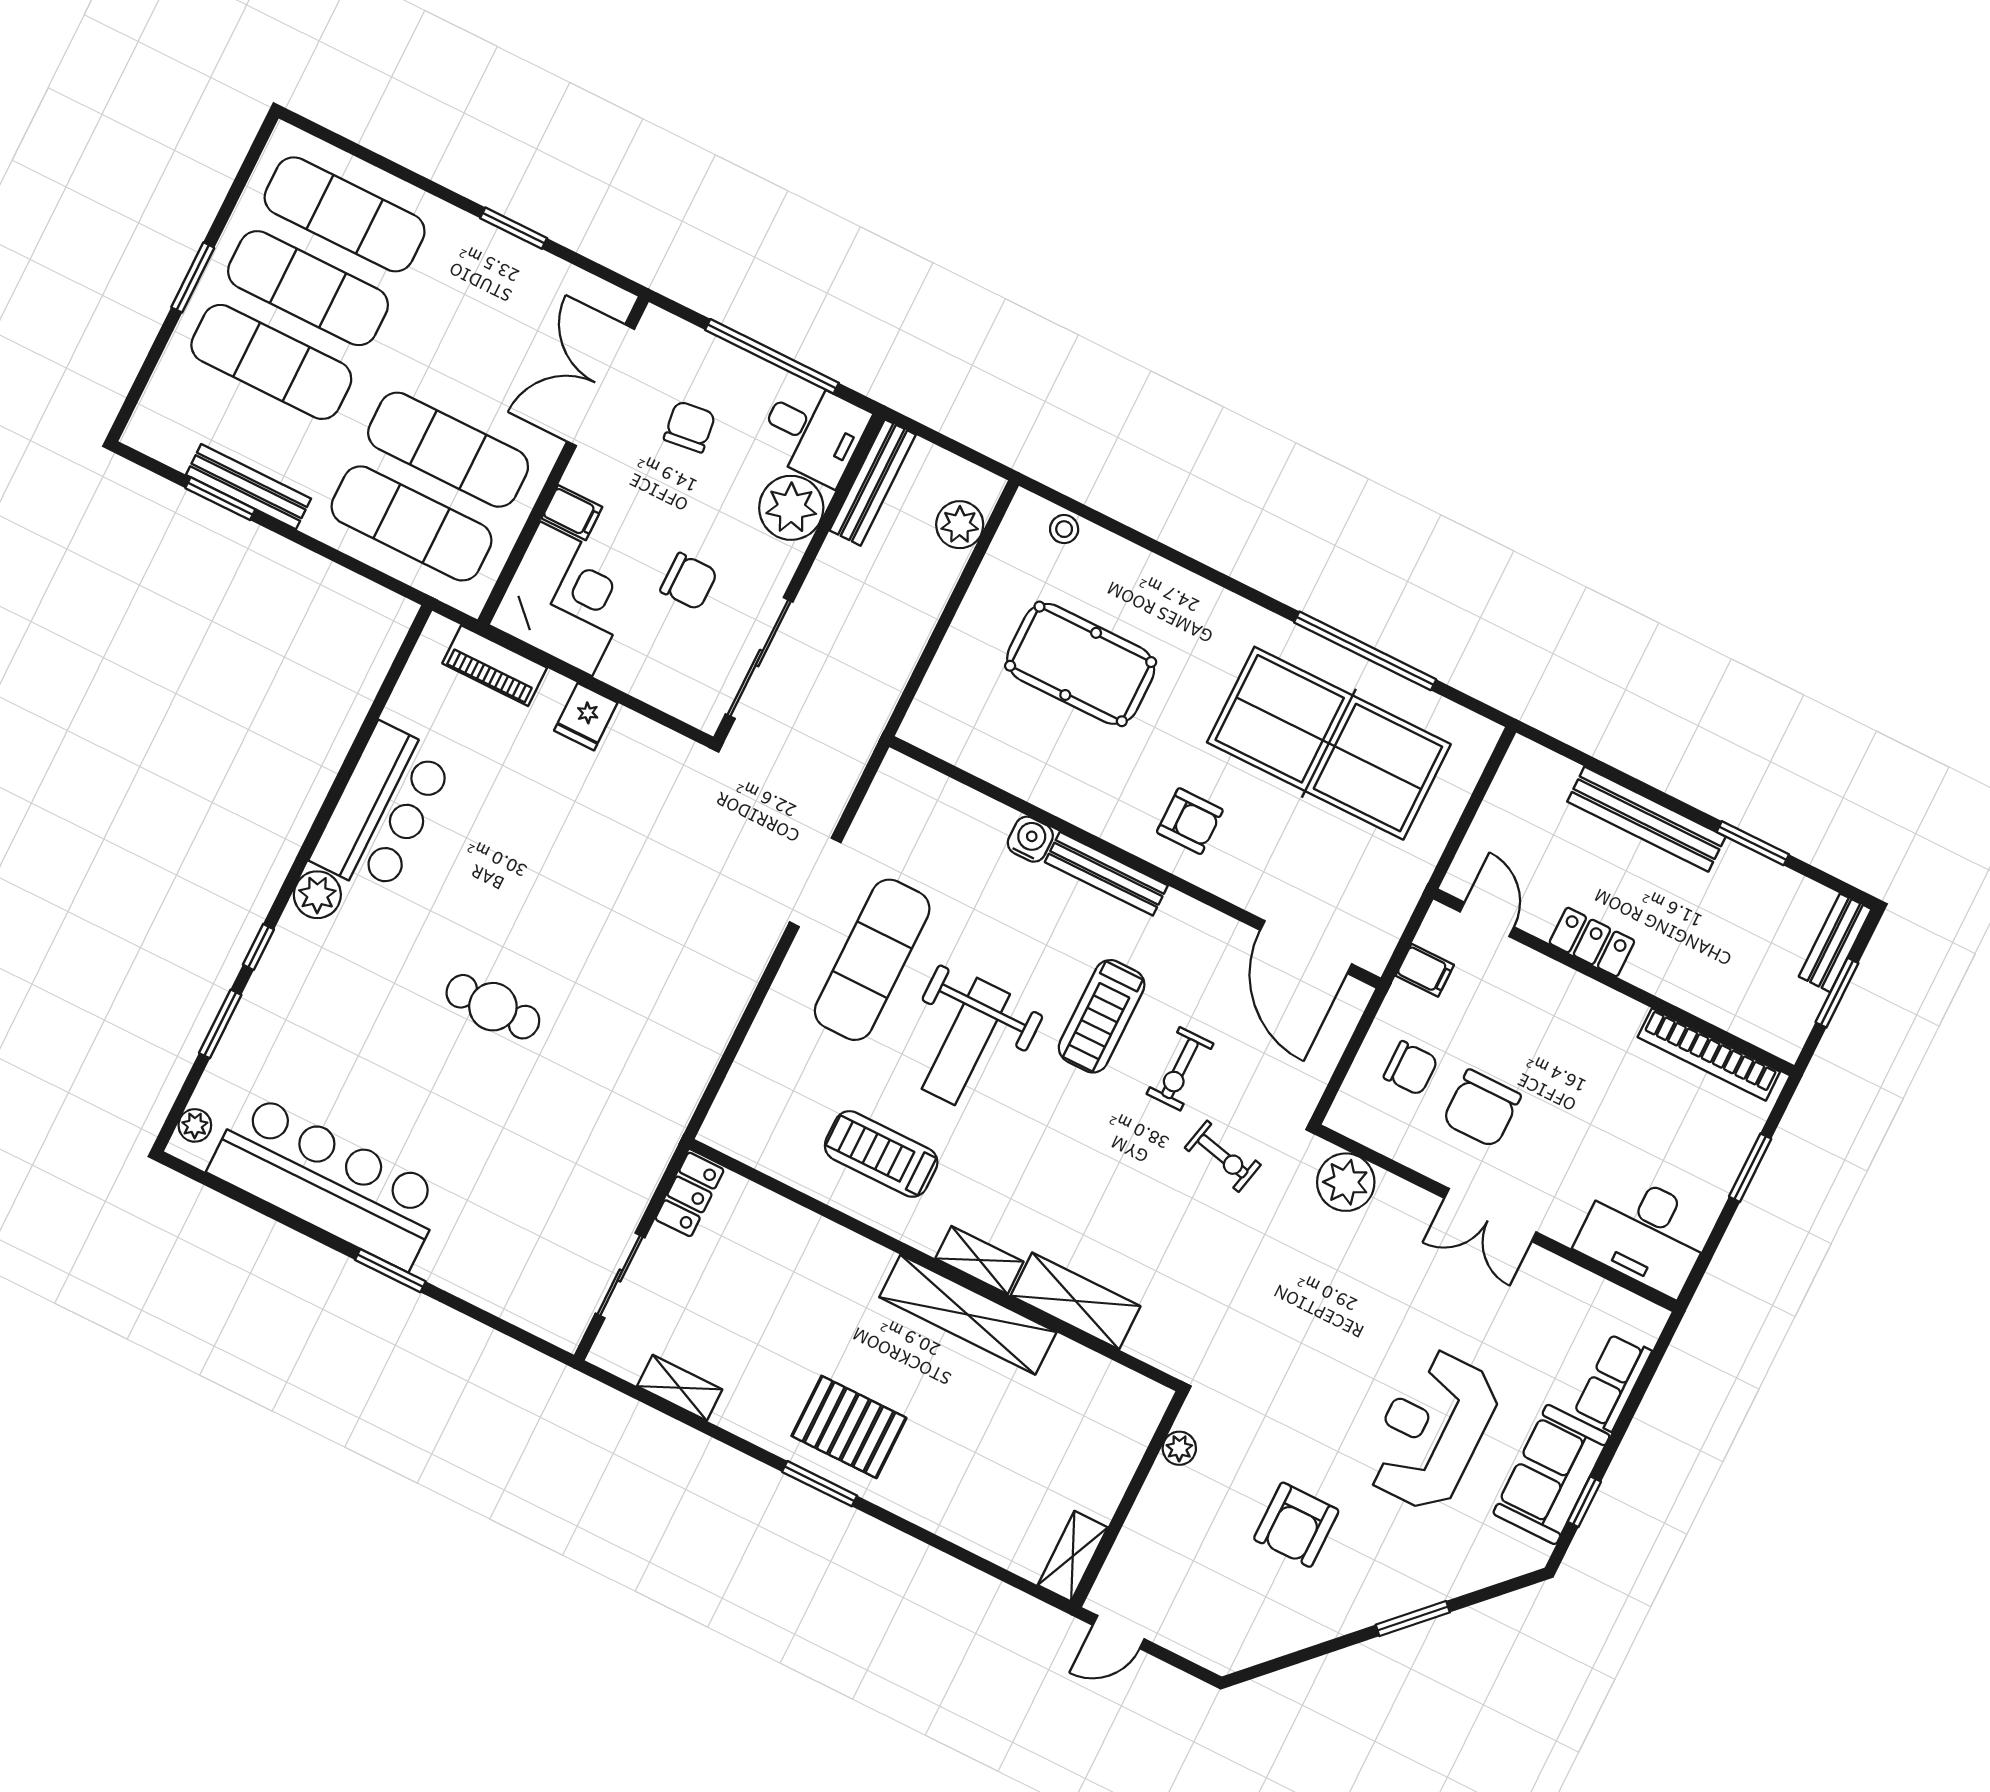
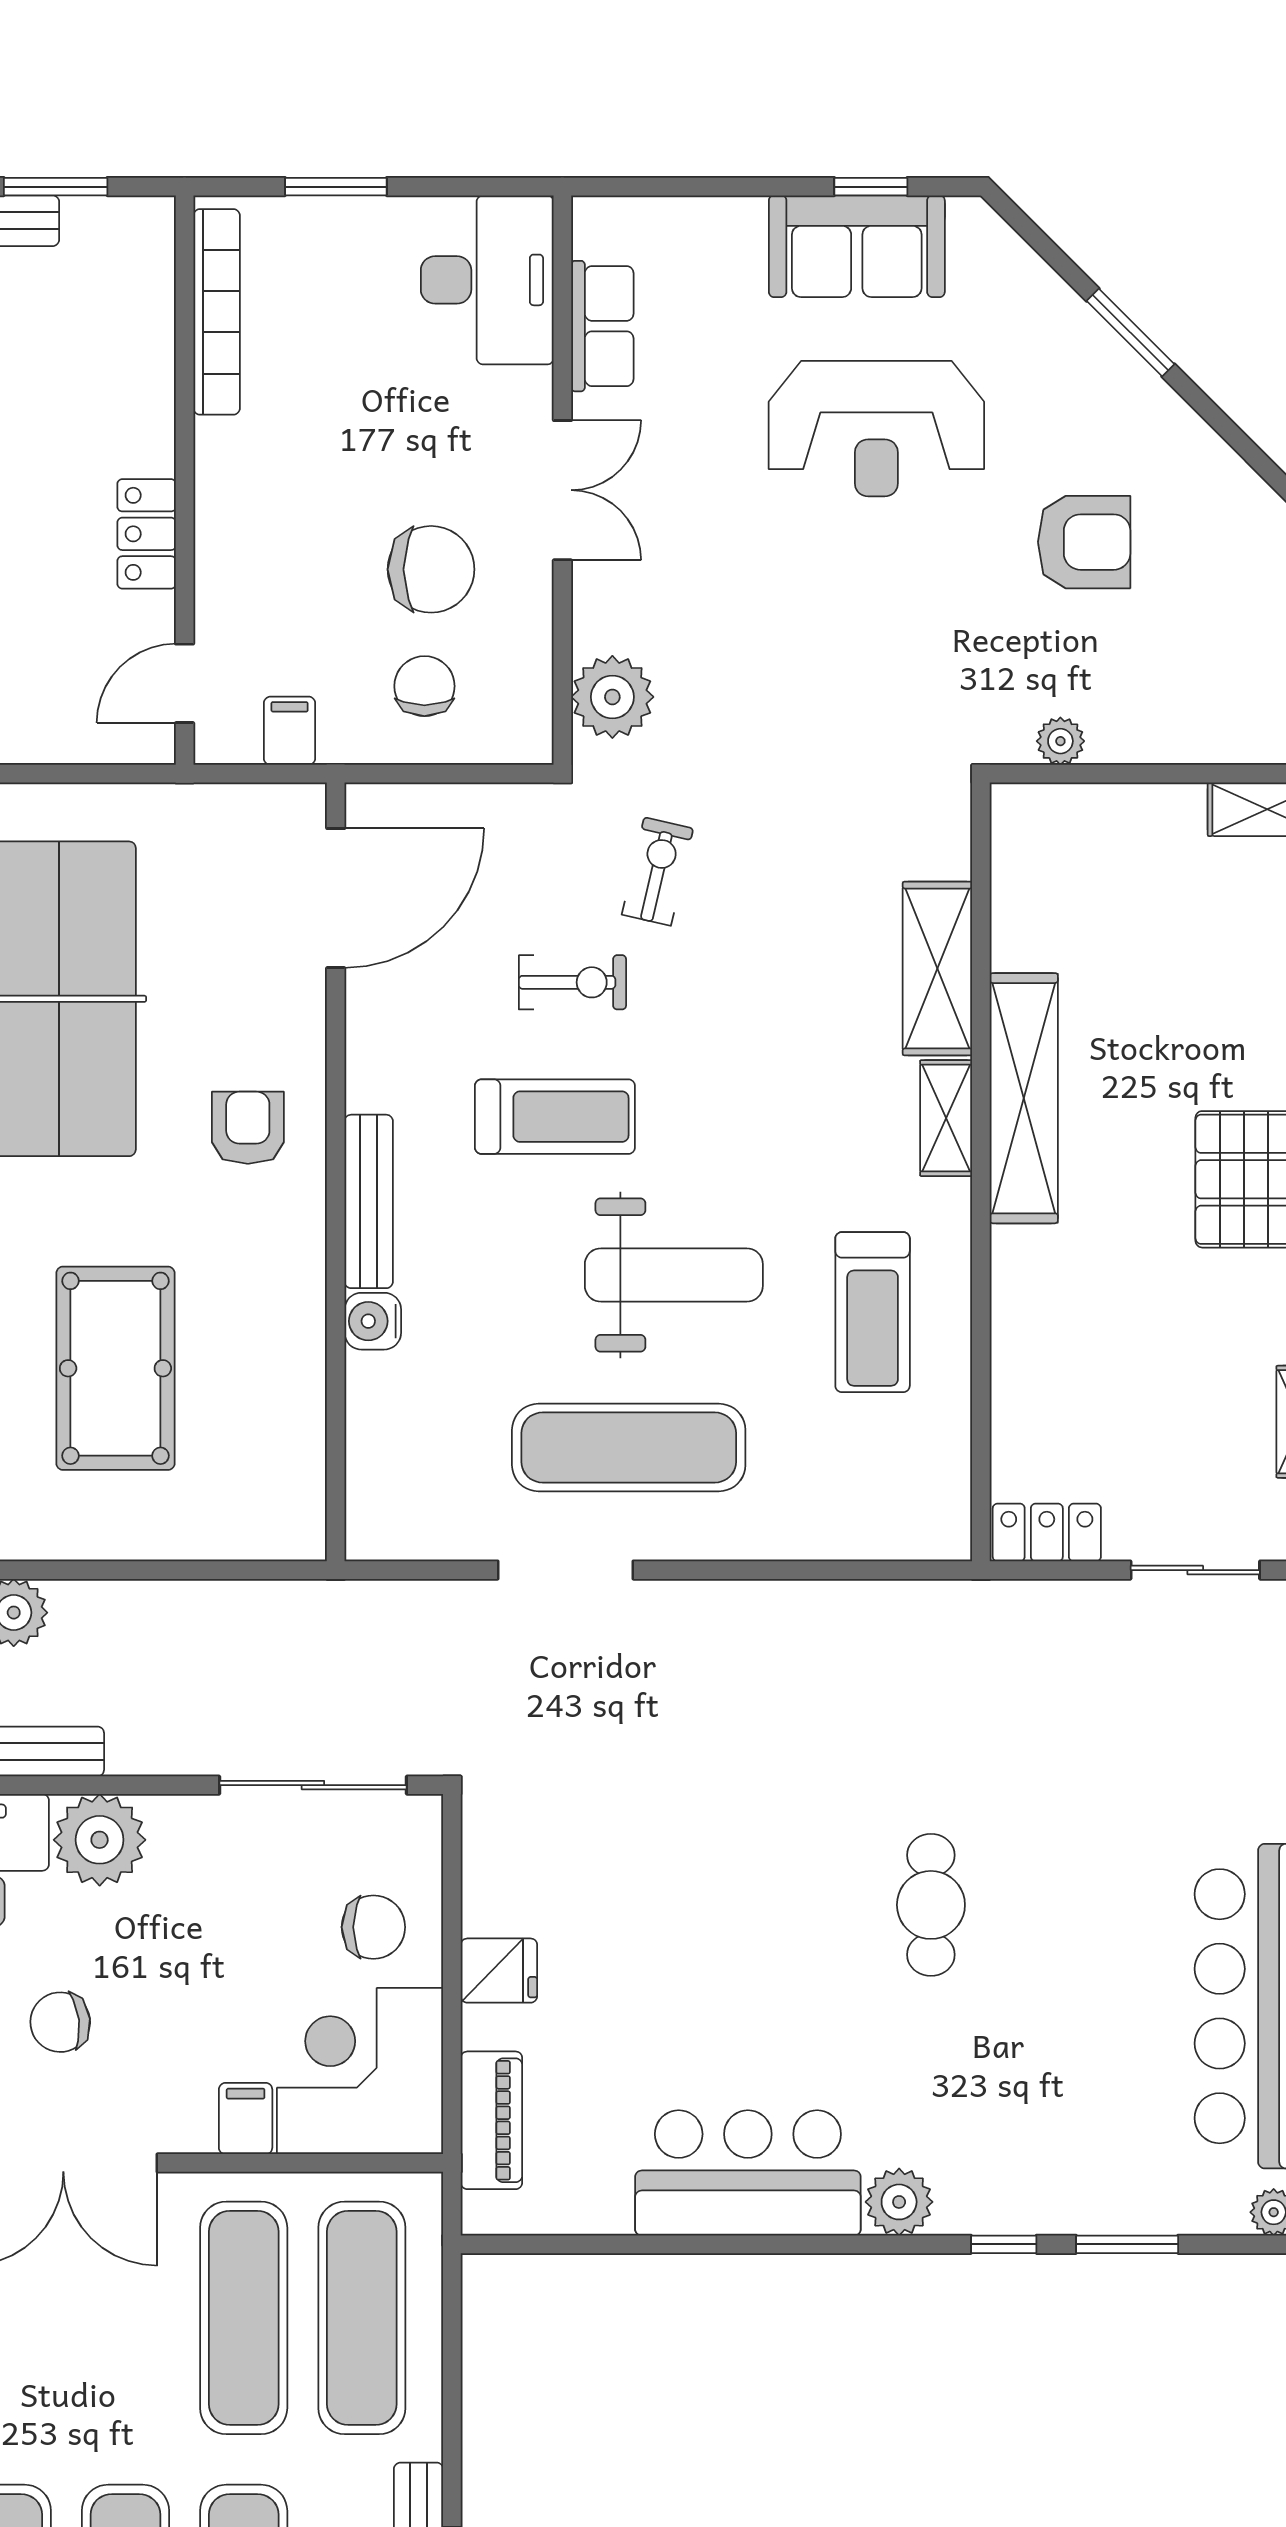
chair: (689, 581) -> (373, 1927), moved, turned 90
row of seats: (1613, 1382) -> (602, 326), moved, turned -90

